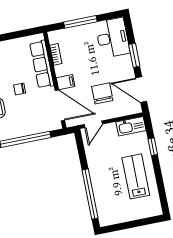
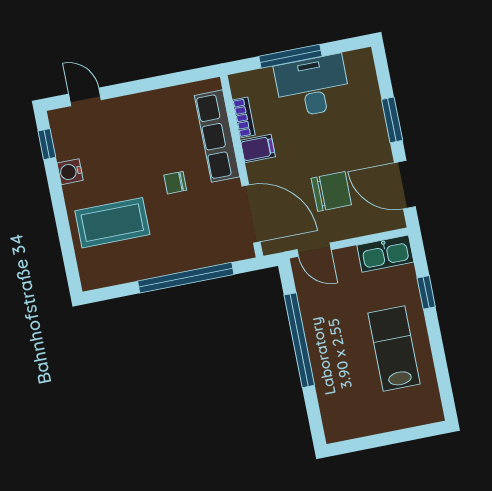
desk: (113, 38) -> (312, 86), moved, turned -90
filing cabinet: (66, 82) -> (258, 149), moved
chair: (102, 93) -> (331, 192), turned 90
door: (93, 124) -> (314, 250), hinge flipped
window: (90, 194) -> (299, 340), moved

